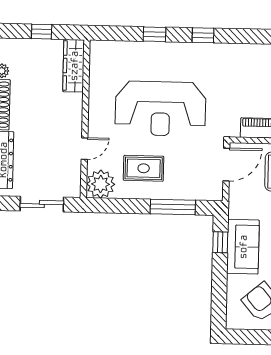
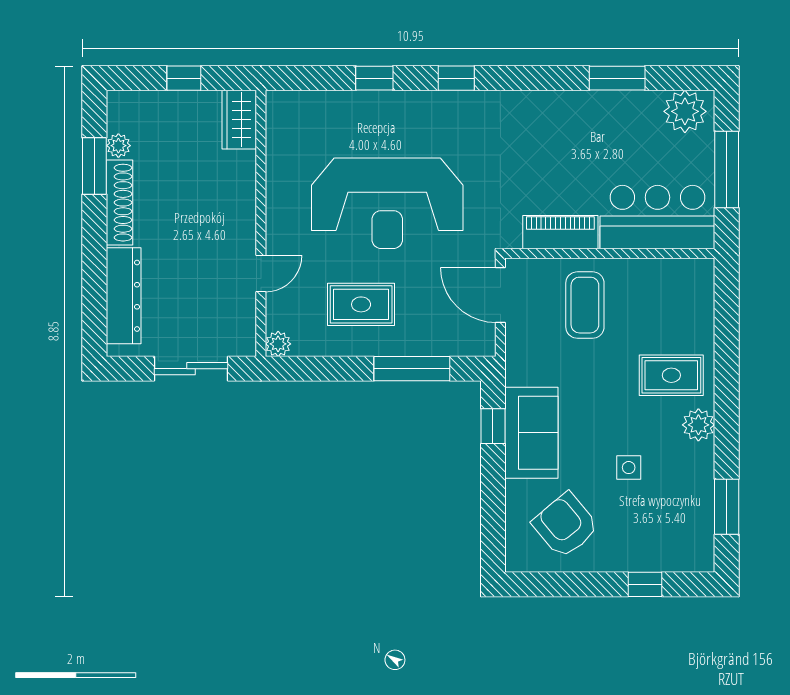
wardrobe: (74, 66) -> (239, 120), width x0.67
door: (226, 165) -> (500, 295), swing flipped
plant: (101, 184) -> (278, 344), width x0.53, depth x0.53

